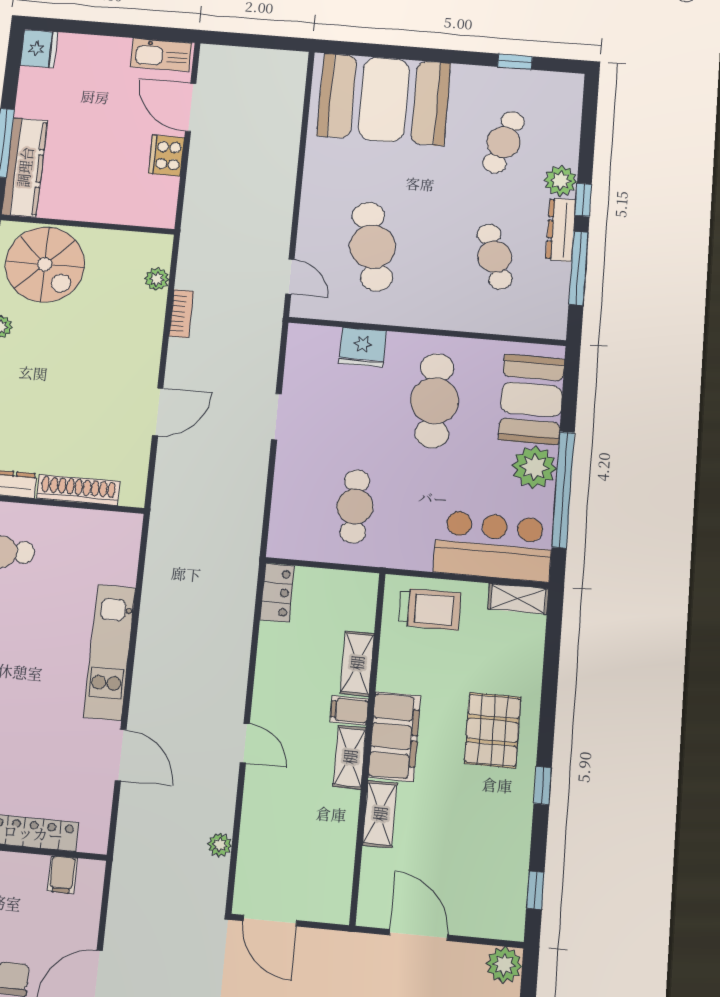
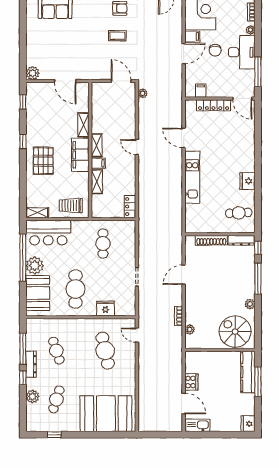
plant: (561, 181) -> (32, 397), moved
plant: (220, 845) -> (143, 93), moved

